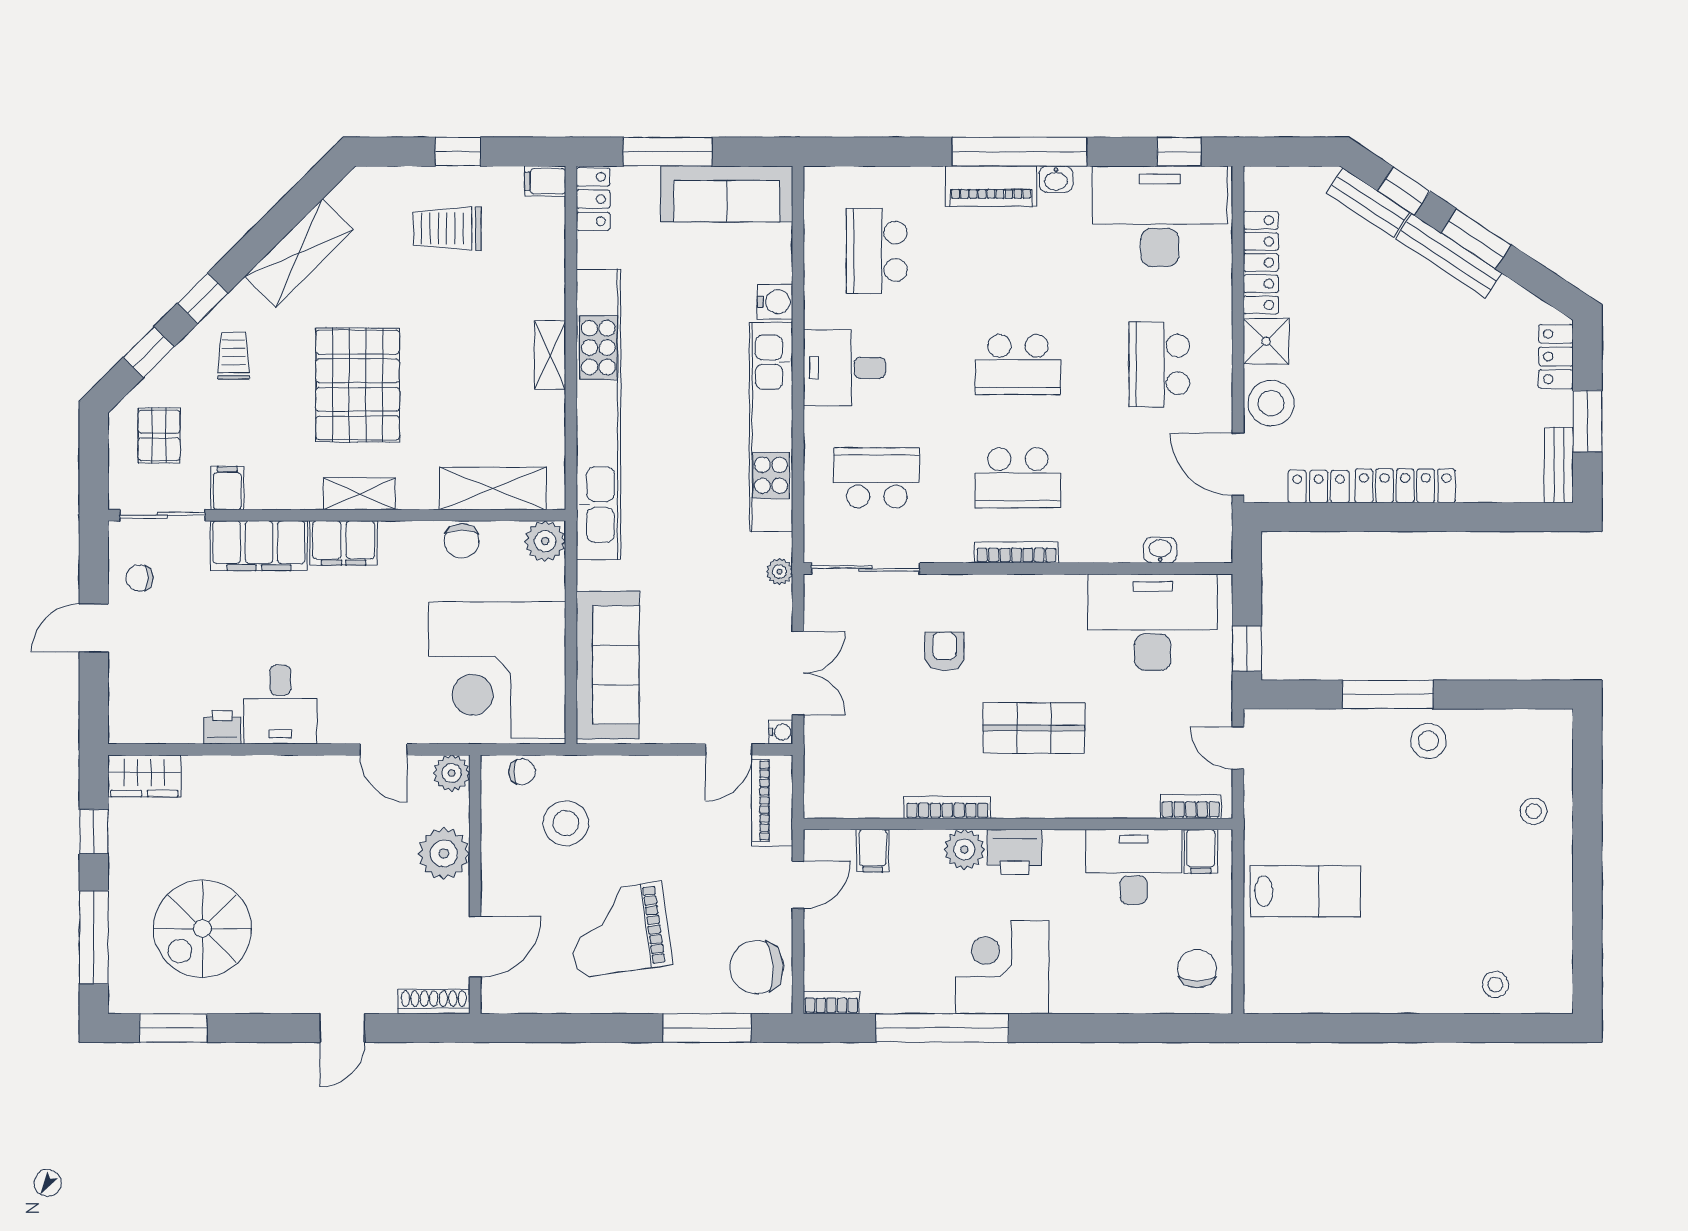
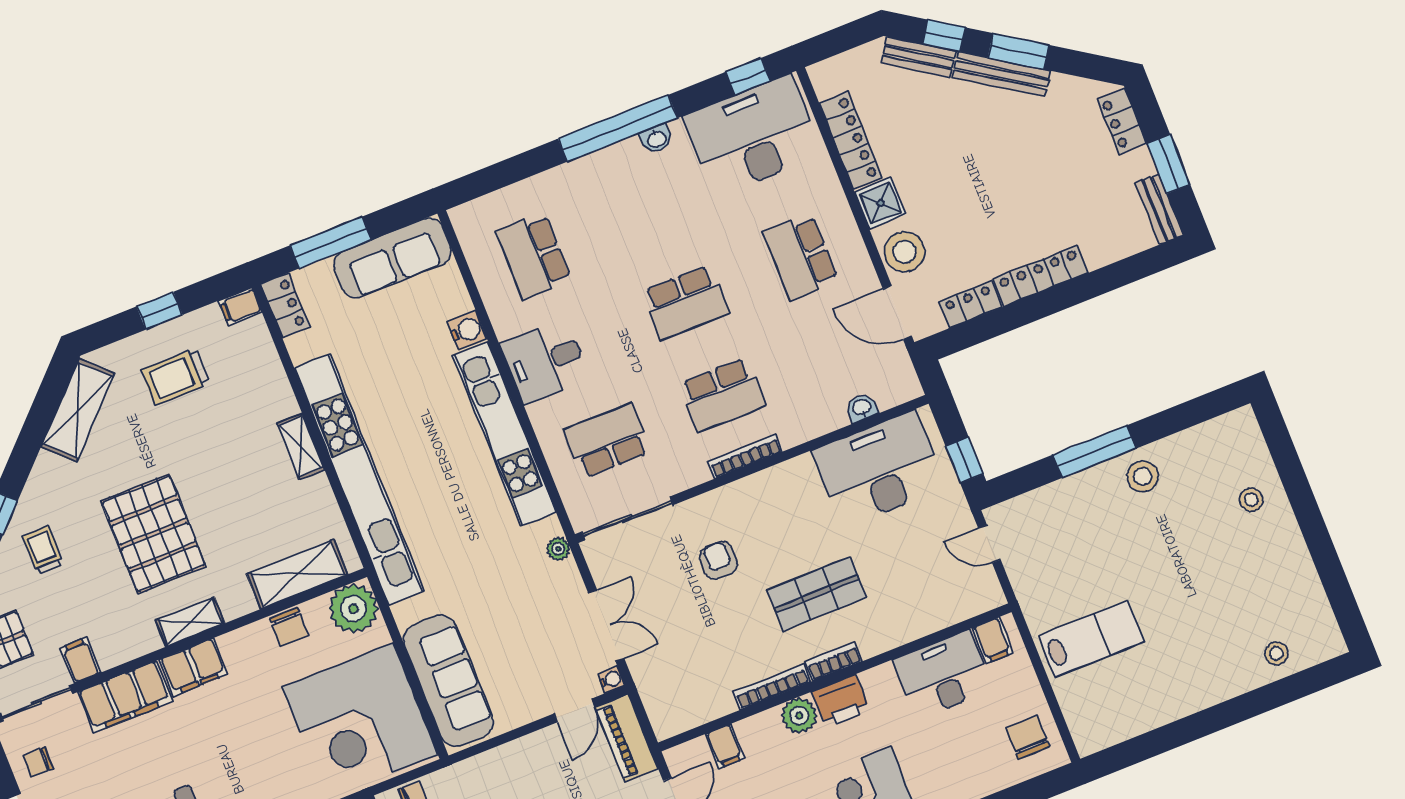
piano: (991, 186) -> (606, 166), removed
shelving: (299, 253) -> (78, 410), moved
plant: (545, 541) -> (353, 609), width x1.36, depth x1.36
bookcase: (1191, 807) -> (834, 661), moved

